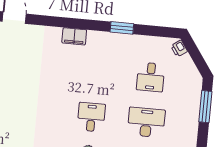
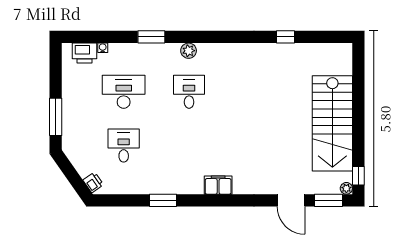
desk: (91, 117) -> (189, 92), turned 180
desk: (146, 122) -> (124, 92), turned 180

